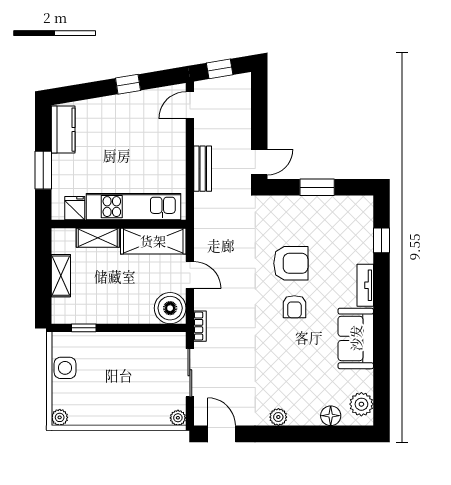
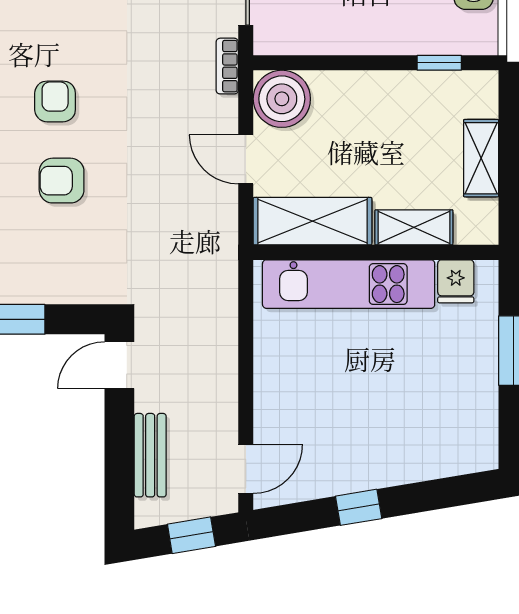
kitchen counter: (63, 130) -> (477, 425), removed
bench: (203, 169) -> (150, 455), moved
armchair: (291, 263) -> (62, 181), width x0.72, depth x0.72

